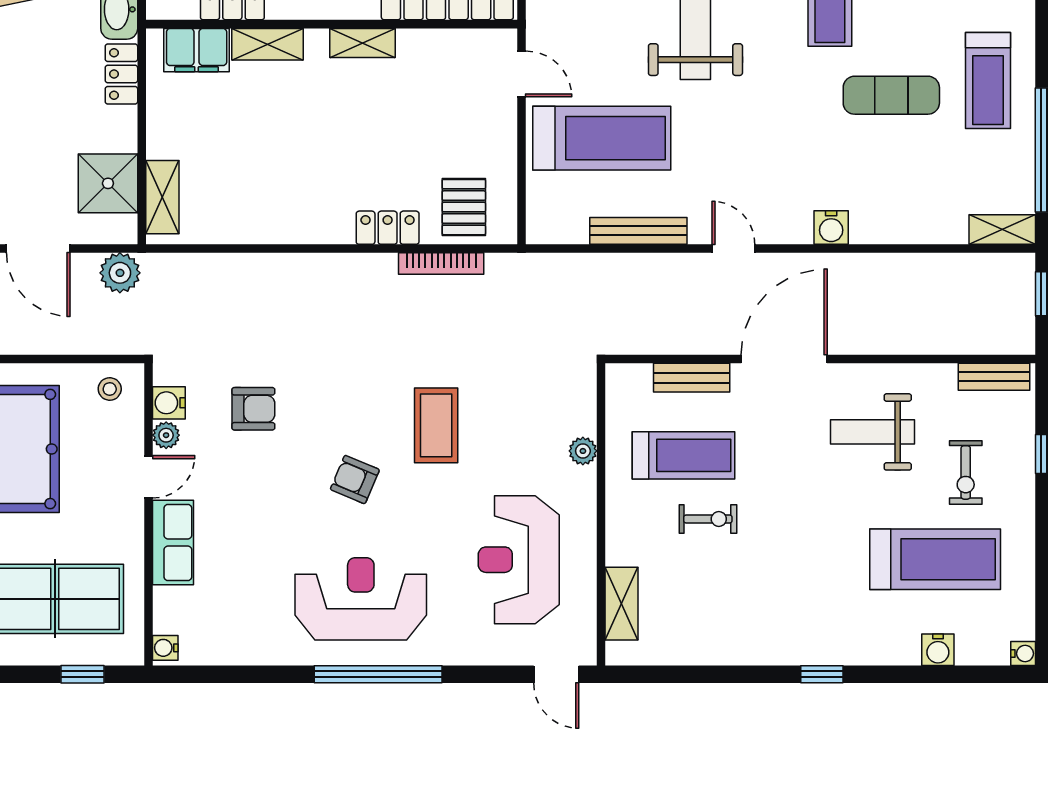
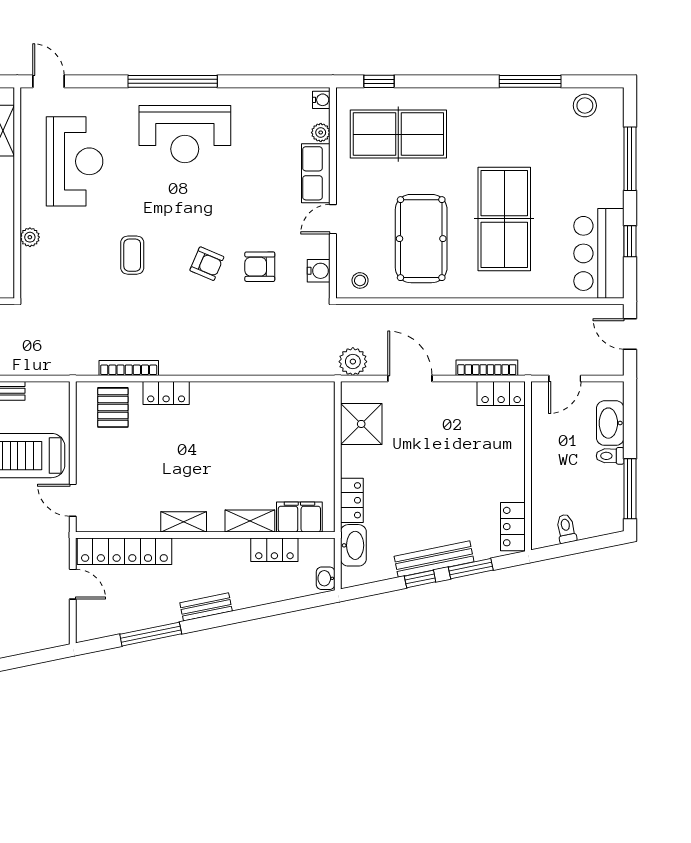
shelving: (162, 197) -> (323, 414), removed
coffee table: (436, 425) -> (132, 255), width x0.73, depth x0.77
plant: (166, 435) -> (321, 132), moved
armchair: (355, 479) -> (207, 264), moved

